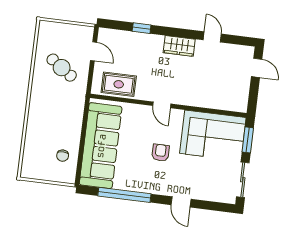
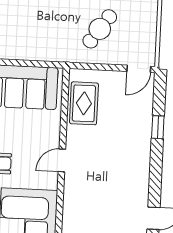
wardrobe: (179, 46) -> (139, 177), removed
door: (94, 51) -> (139, 69), moved

